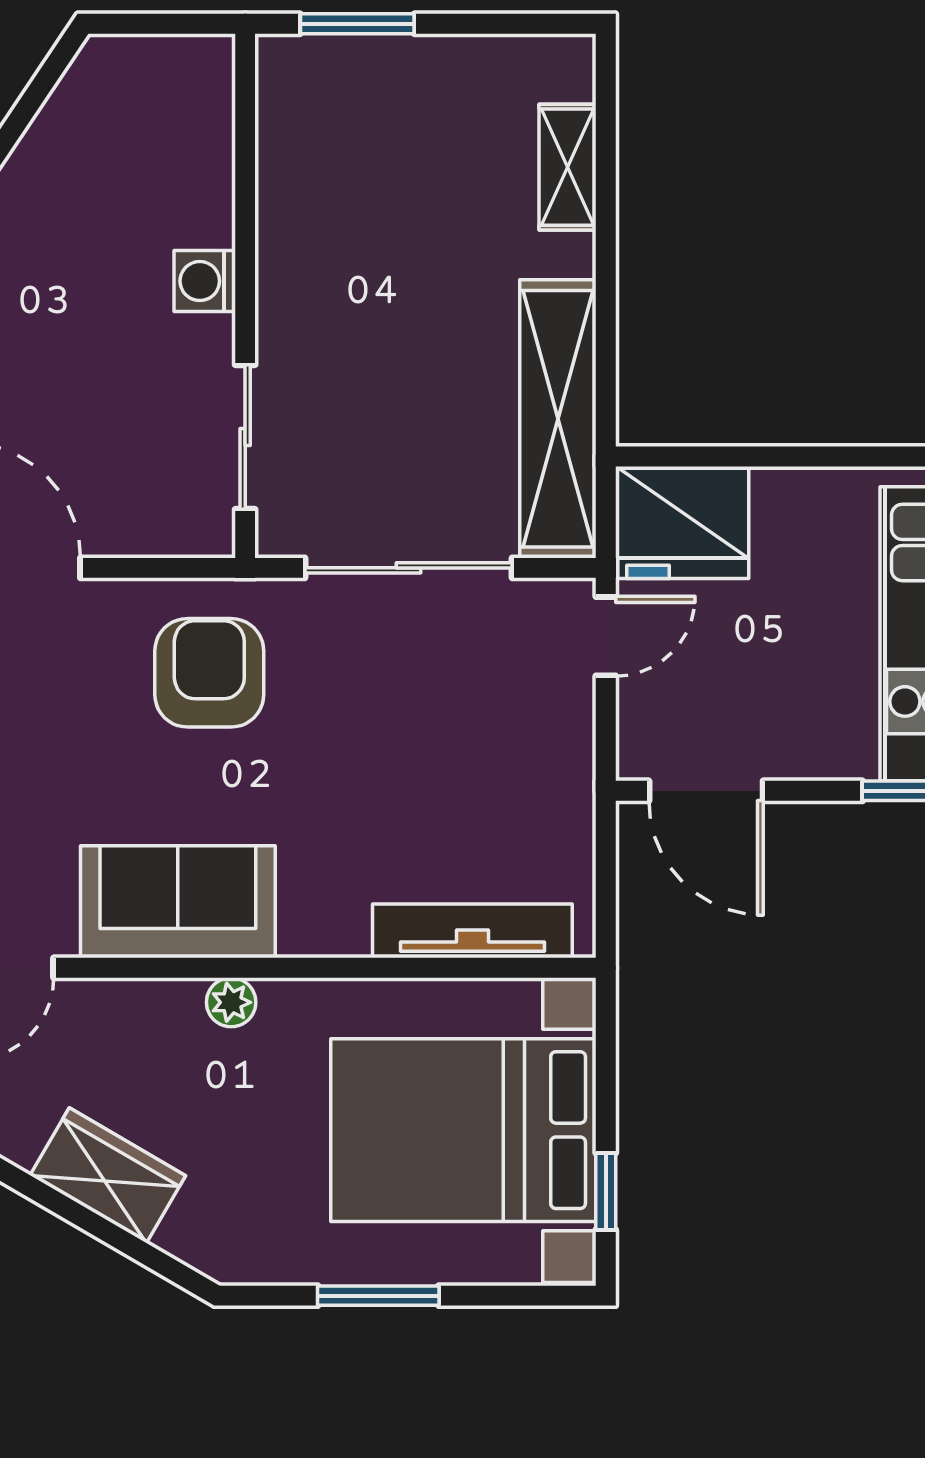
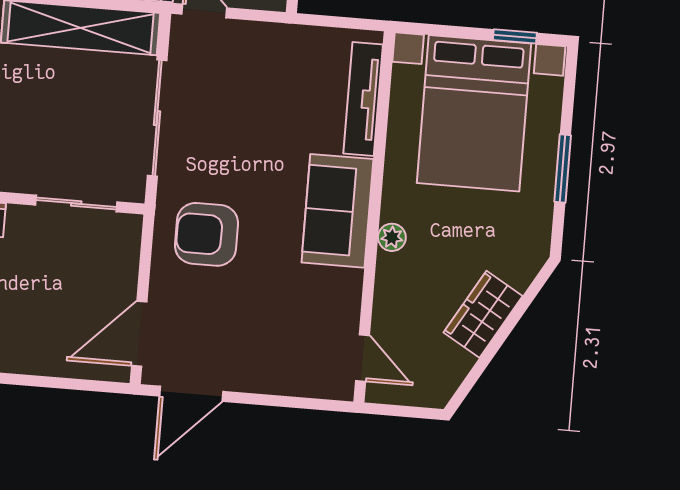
sofa: (178, 902) -> (337, 211), moved

